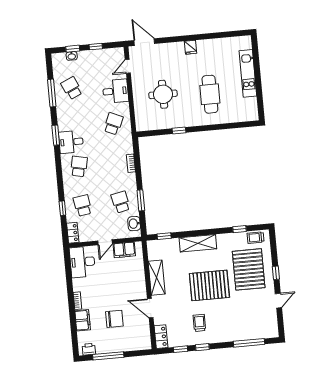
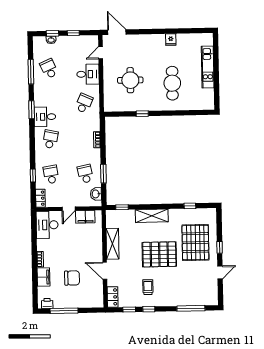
fridge: (191, 47) -> (171, 40), moved
trolley: (256, 238) -> (204, 215), removed

